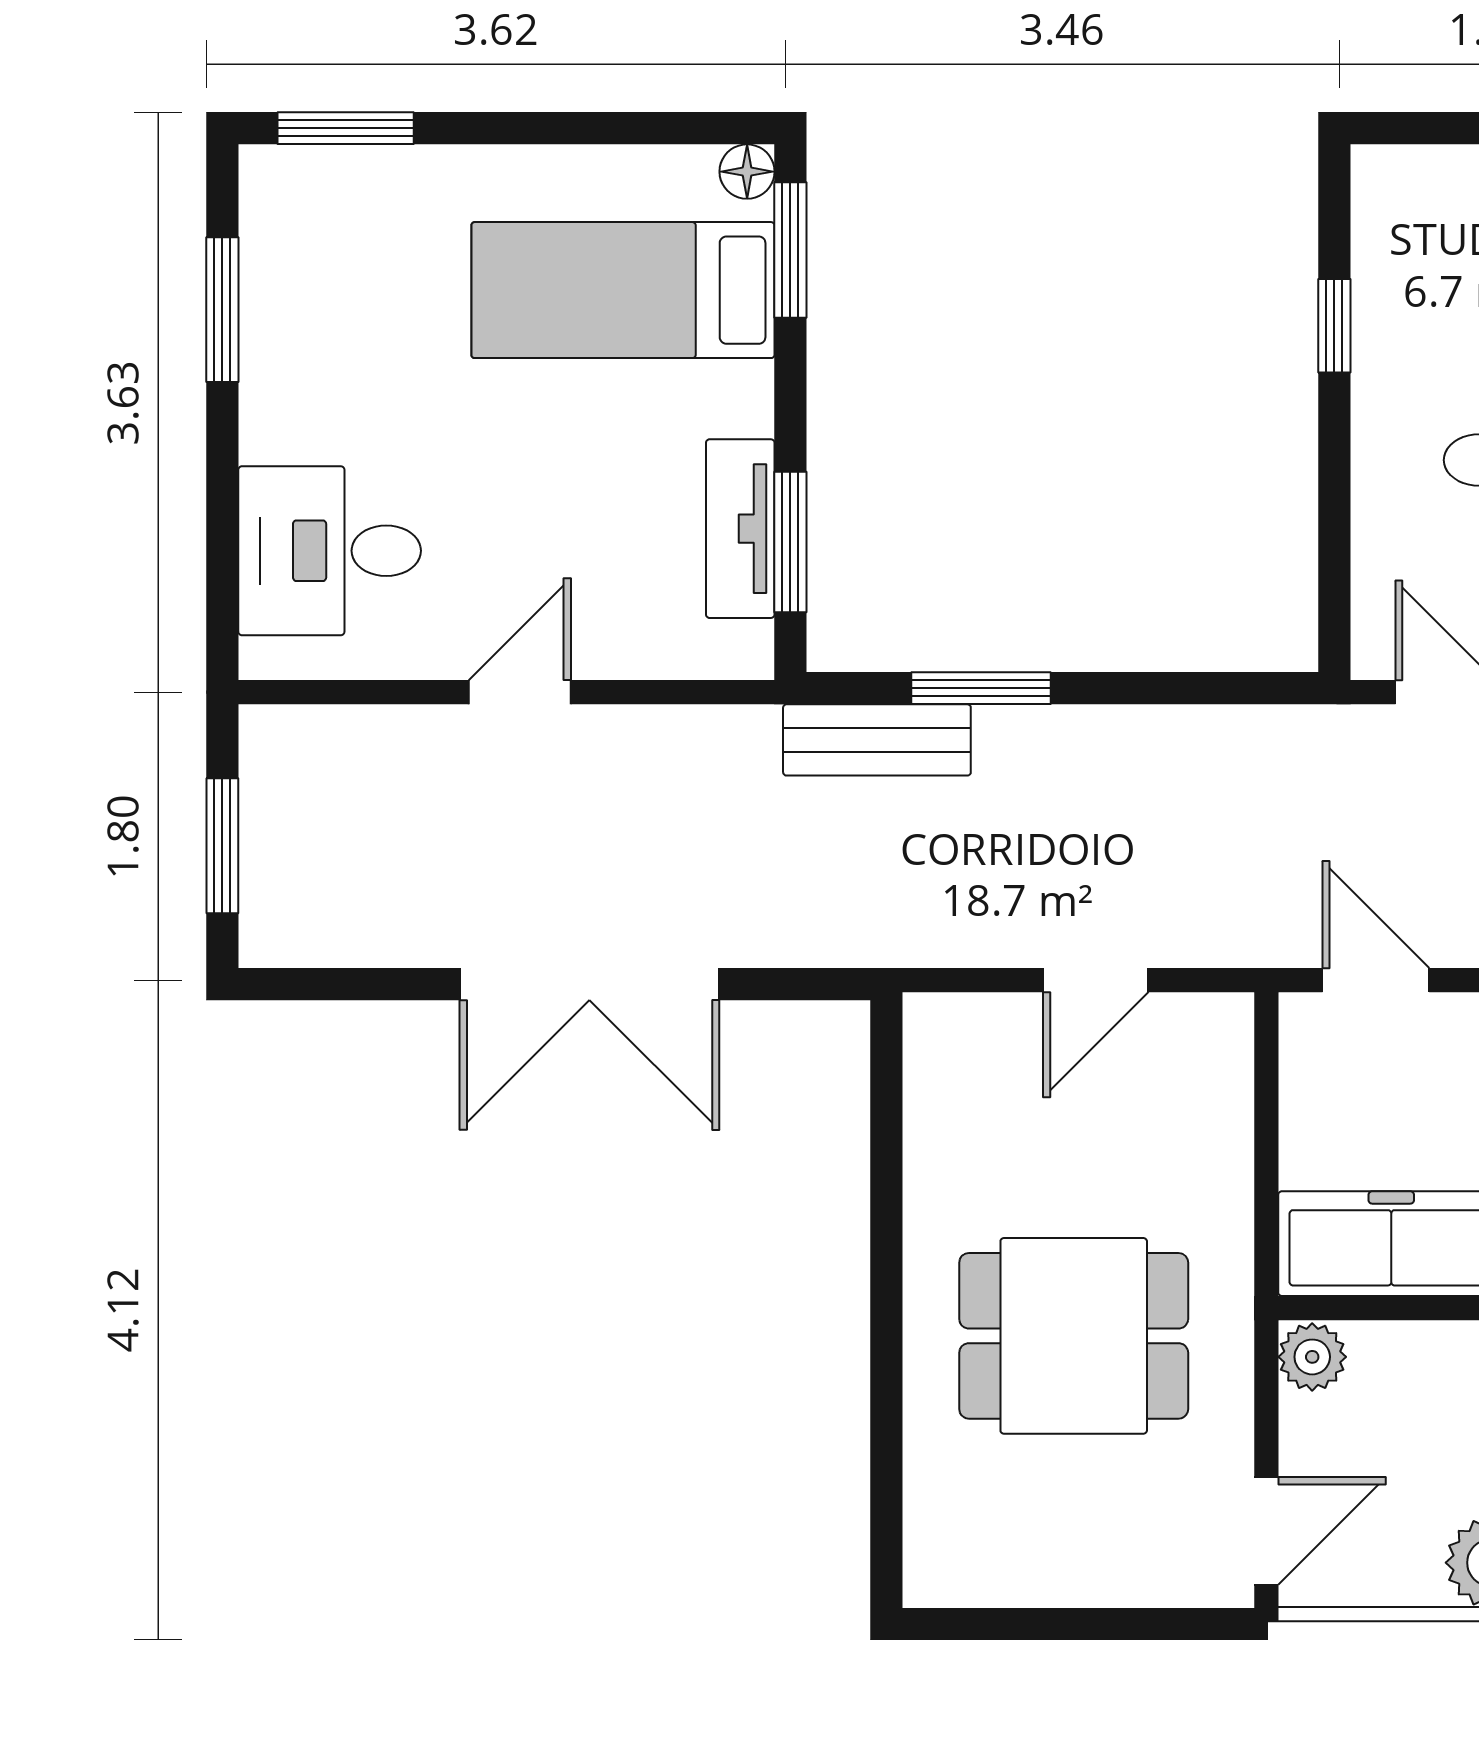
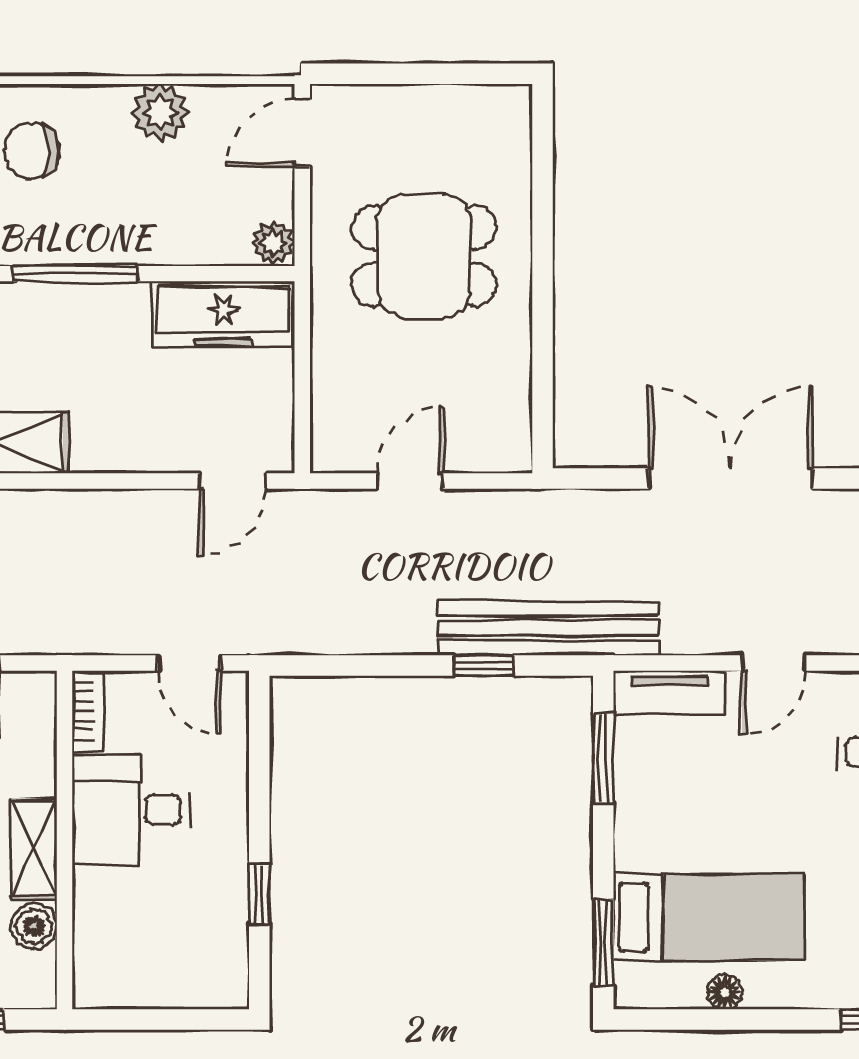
floor lamp: (747, 172) -> (725, 992), moved
tv unit: (740, 529) -> (670, 692), moved, turned 90
window: (981, 688) -> (483, 666), width x0.67
bench: (877, 740) -> (548, 628), width x1.86, depth x1.21
door: (1376, 980) -> (233, 481), hinge flipped

